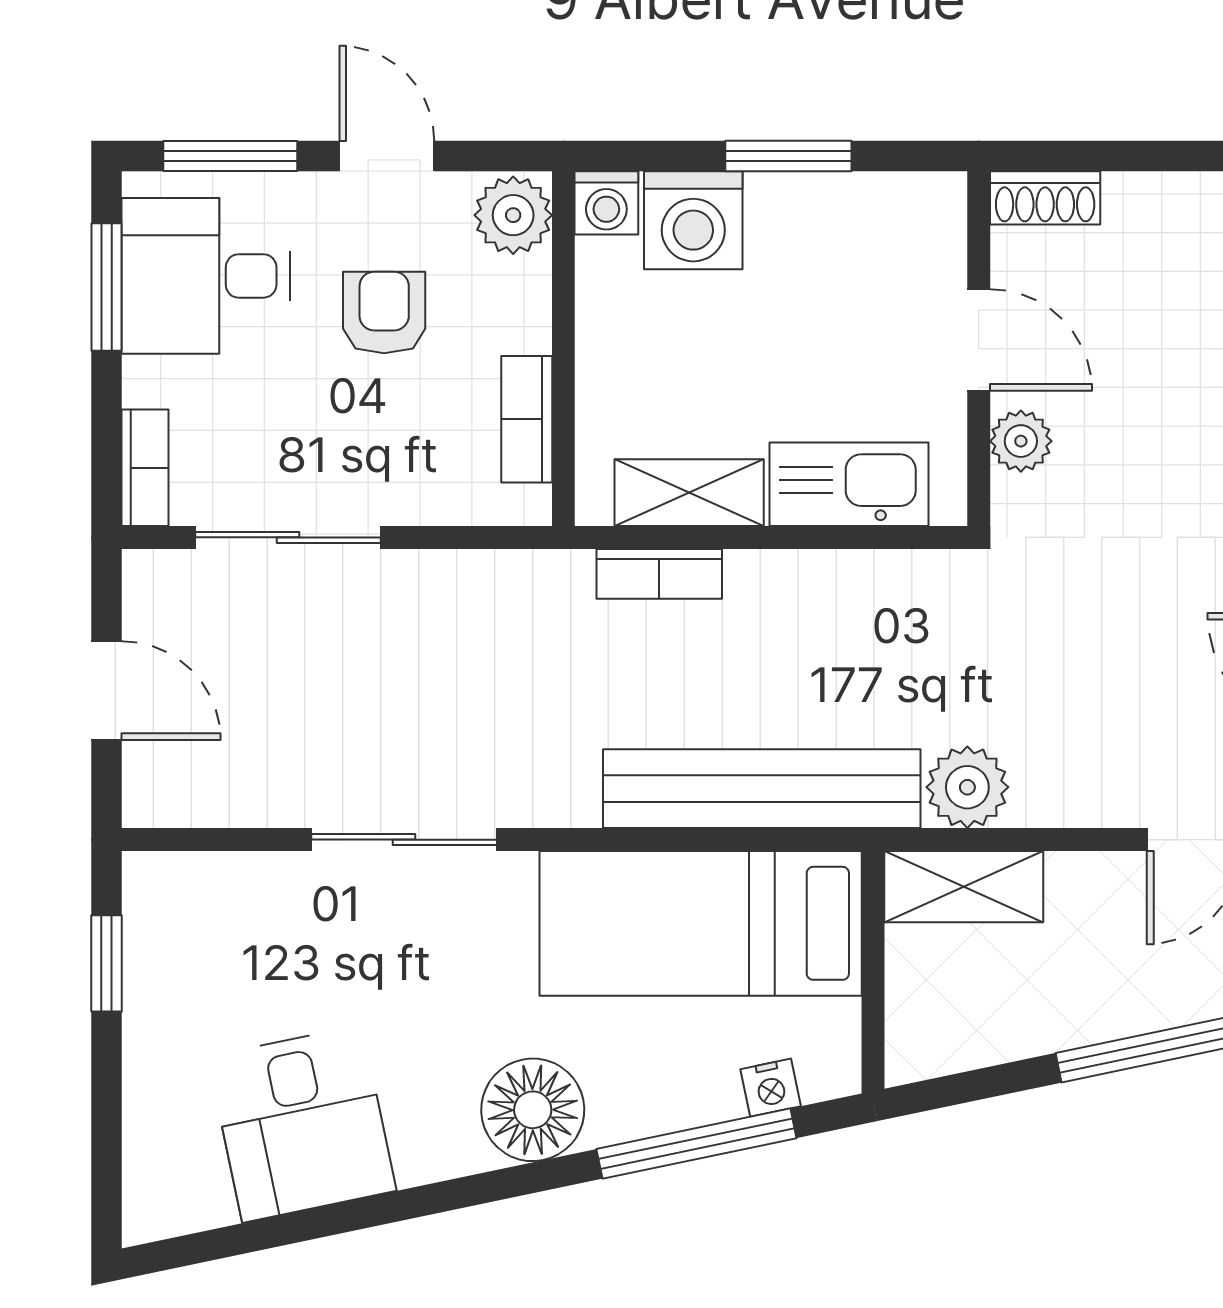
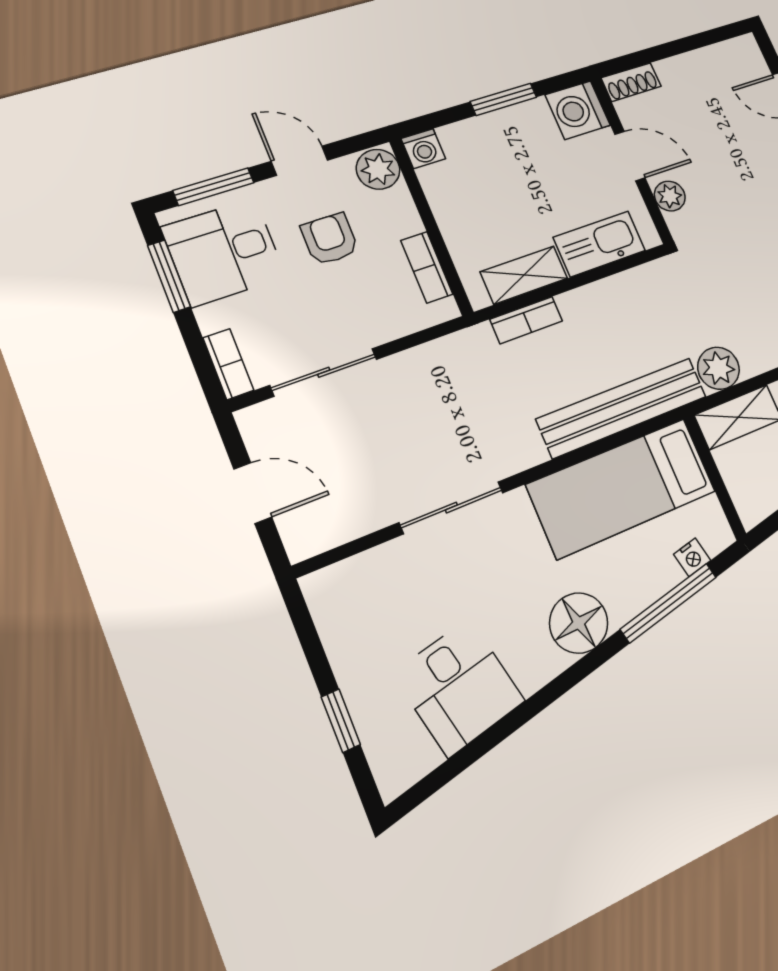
washing machine: (693, 220) -> (578, 110), moved, turned 90
window: (106, 963) -> (341, 721), moved

